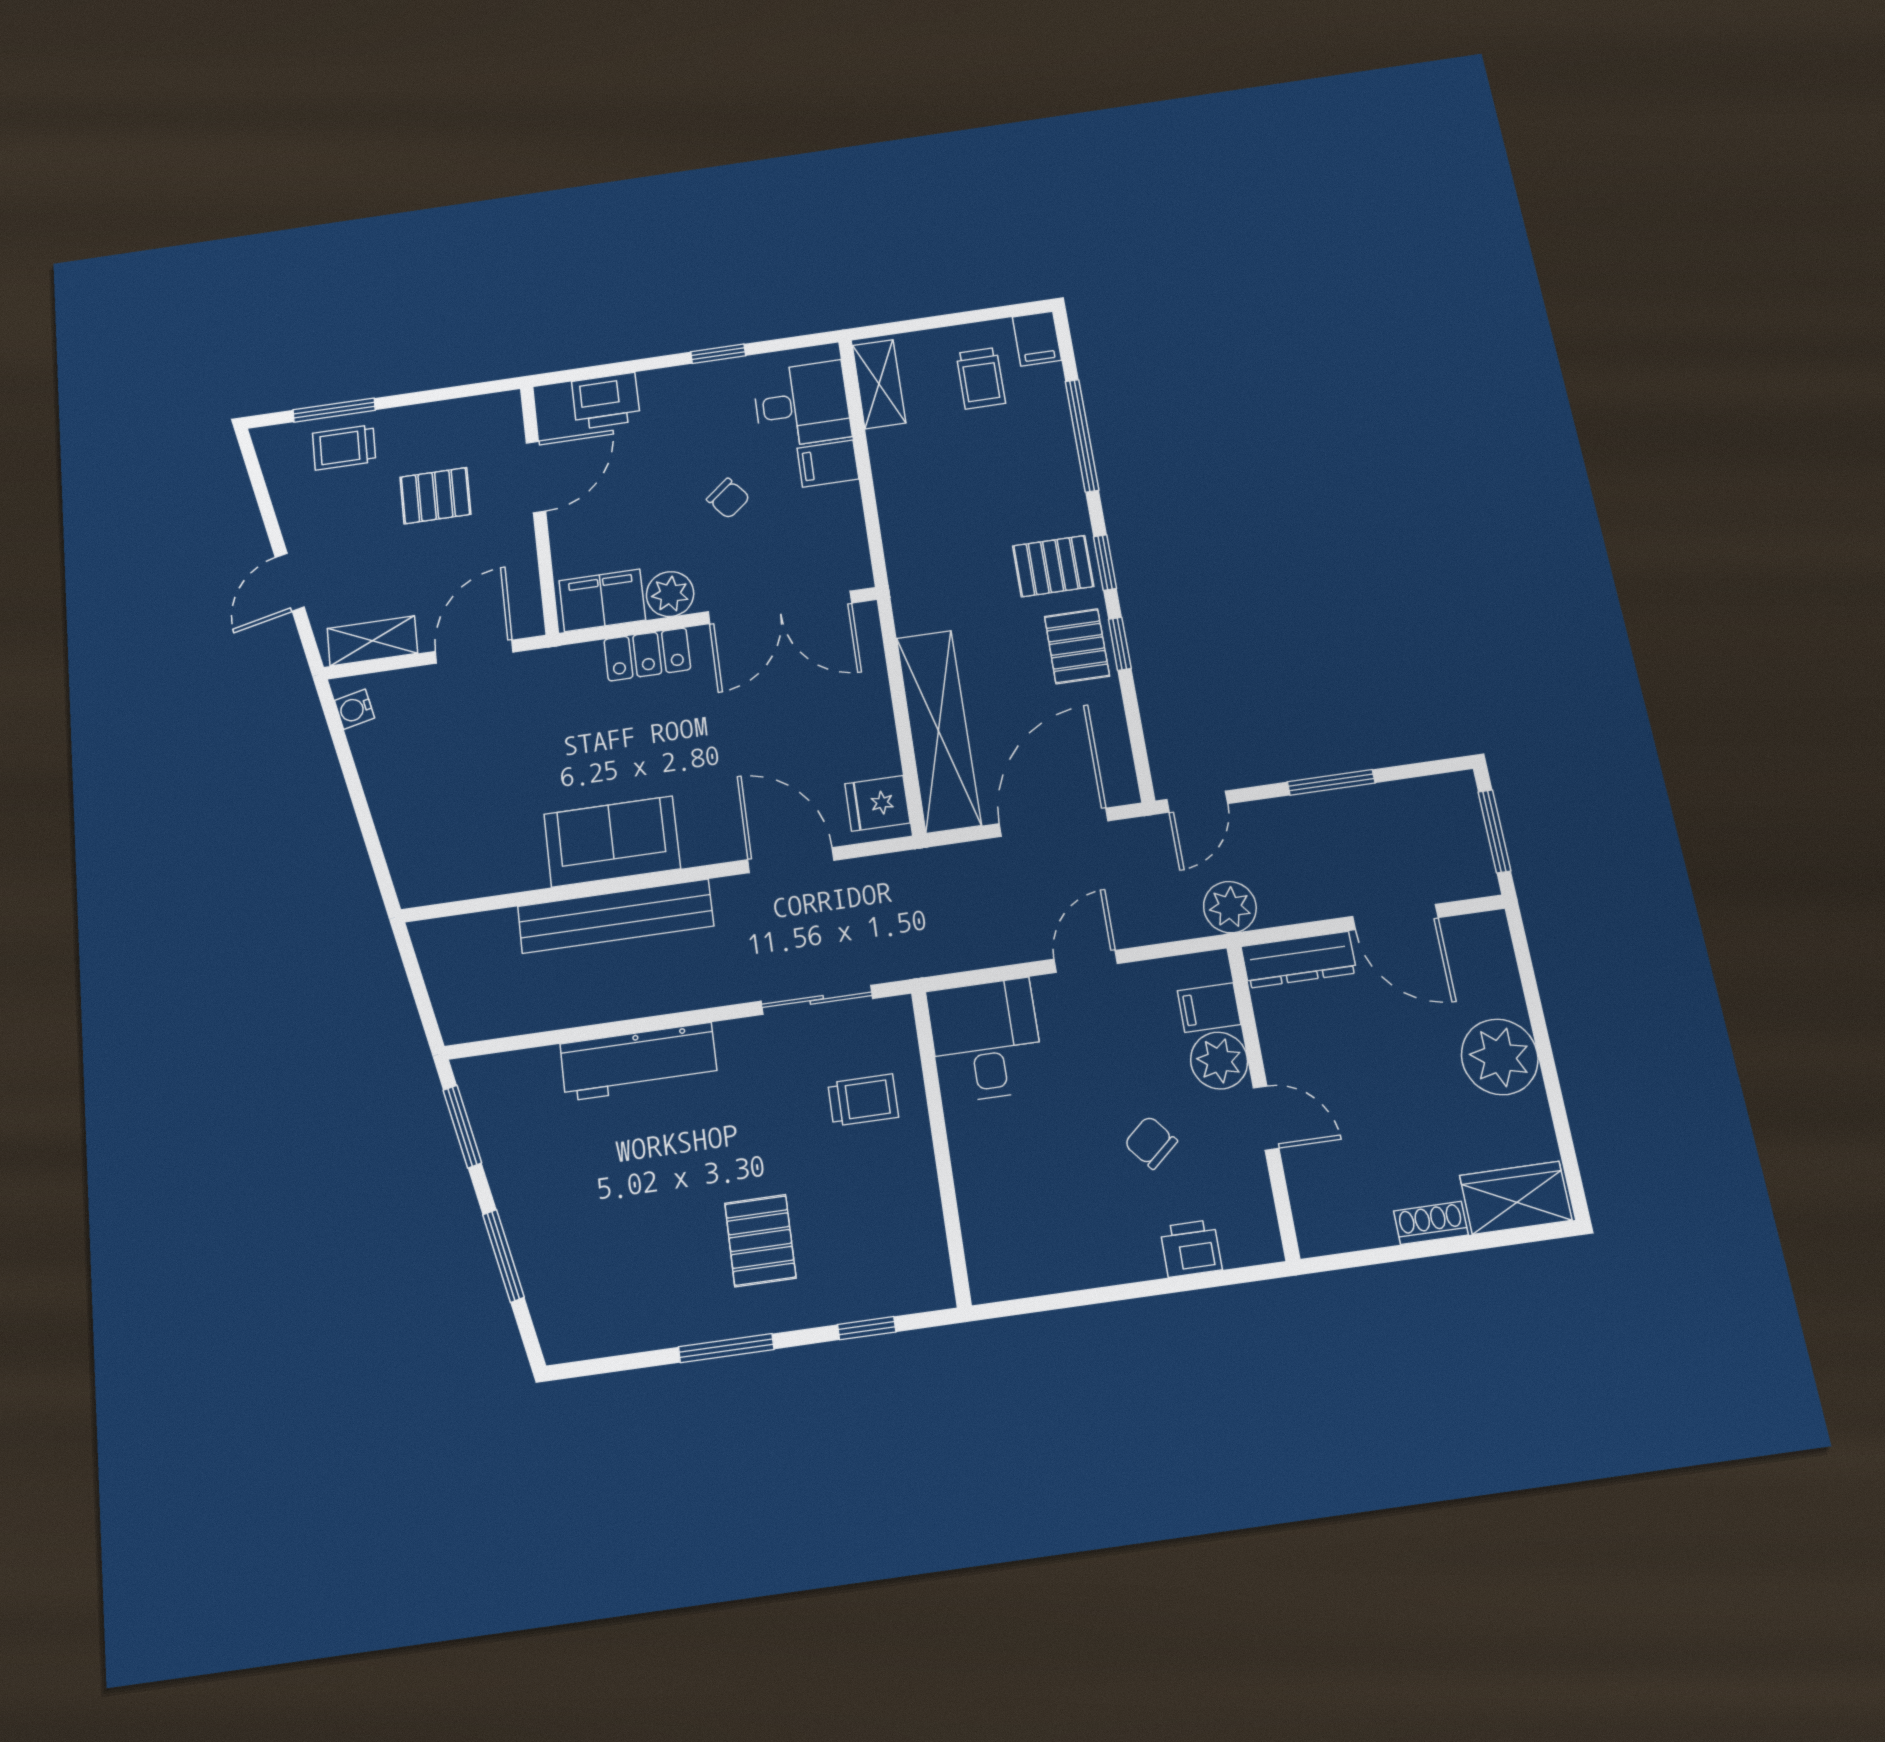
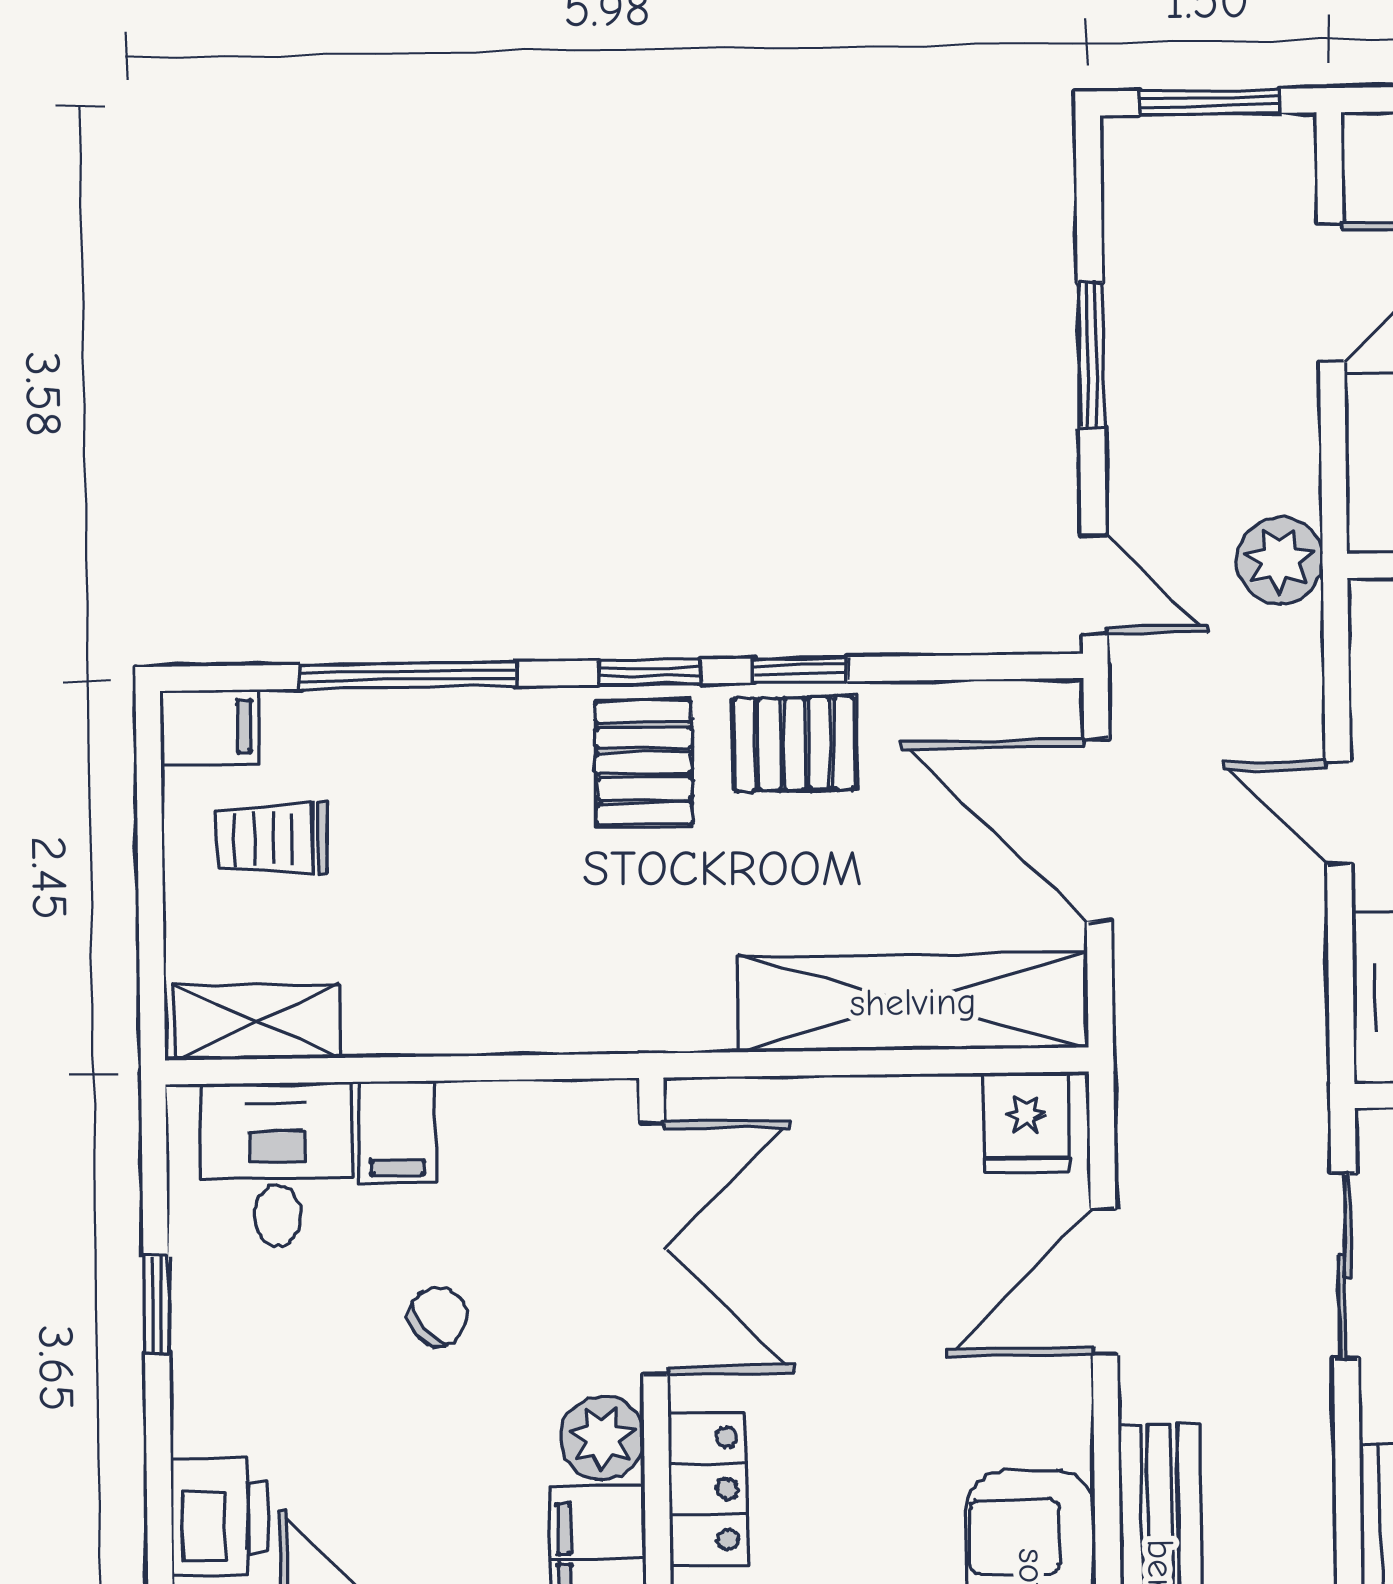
trolley: (981, 378) -> (272, 838), turned 180

